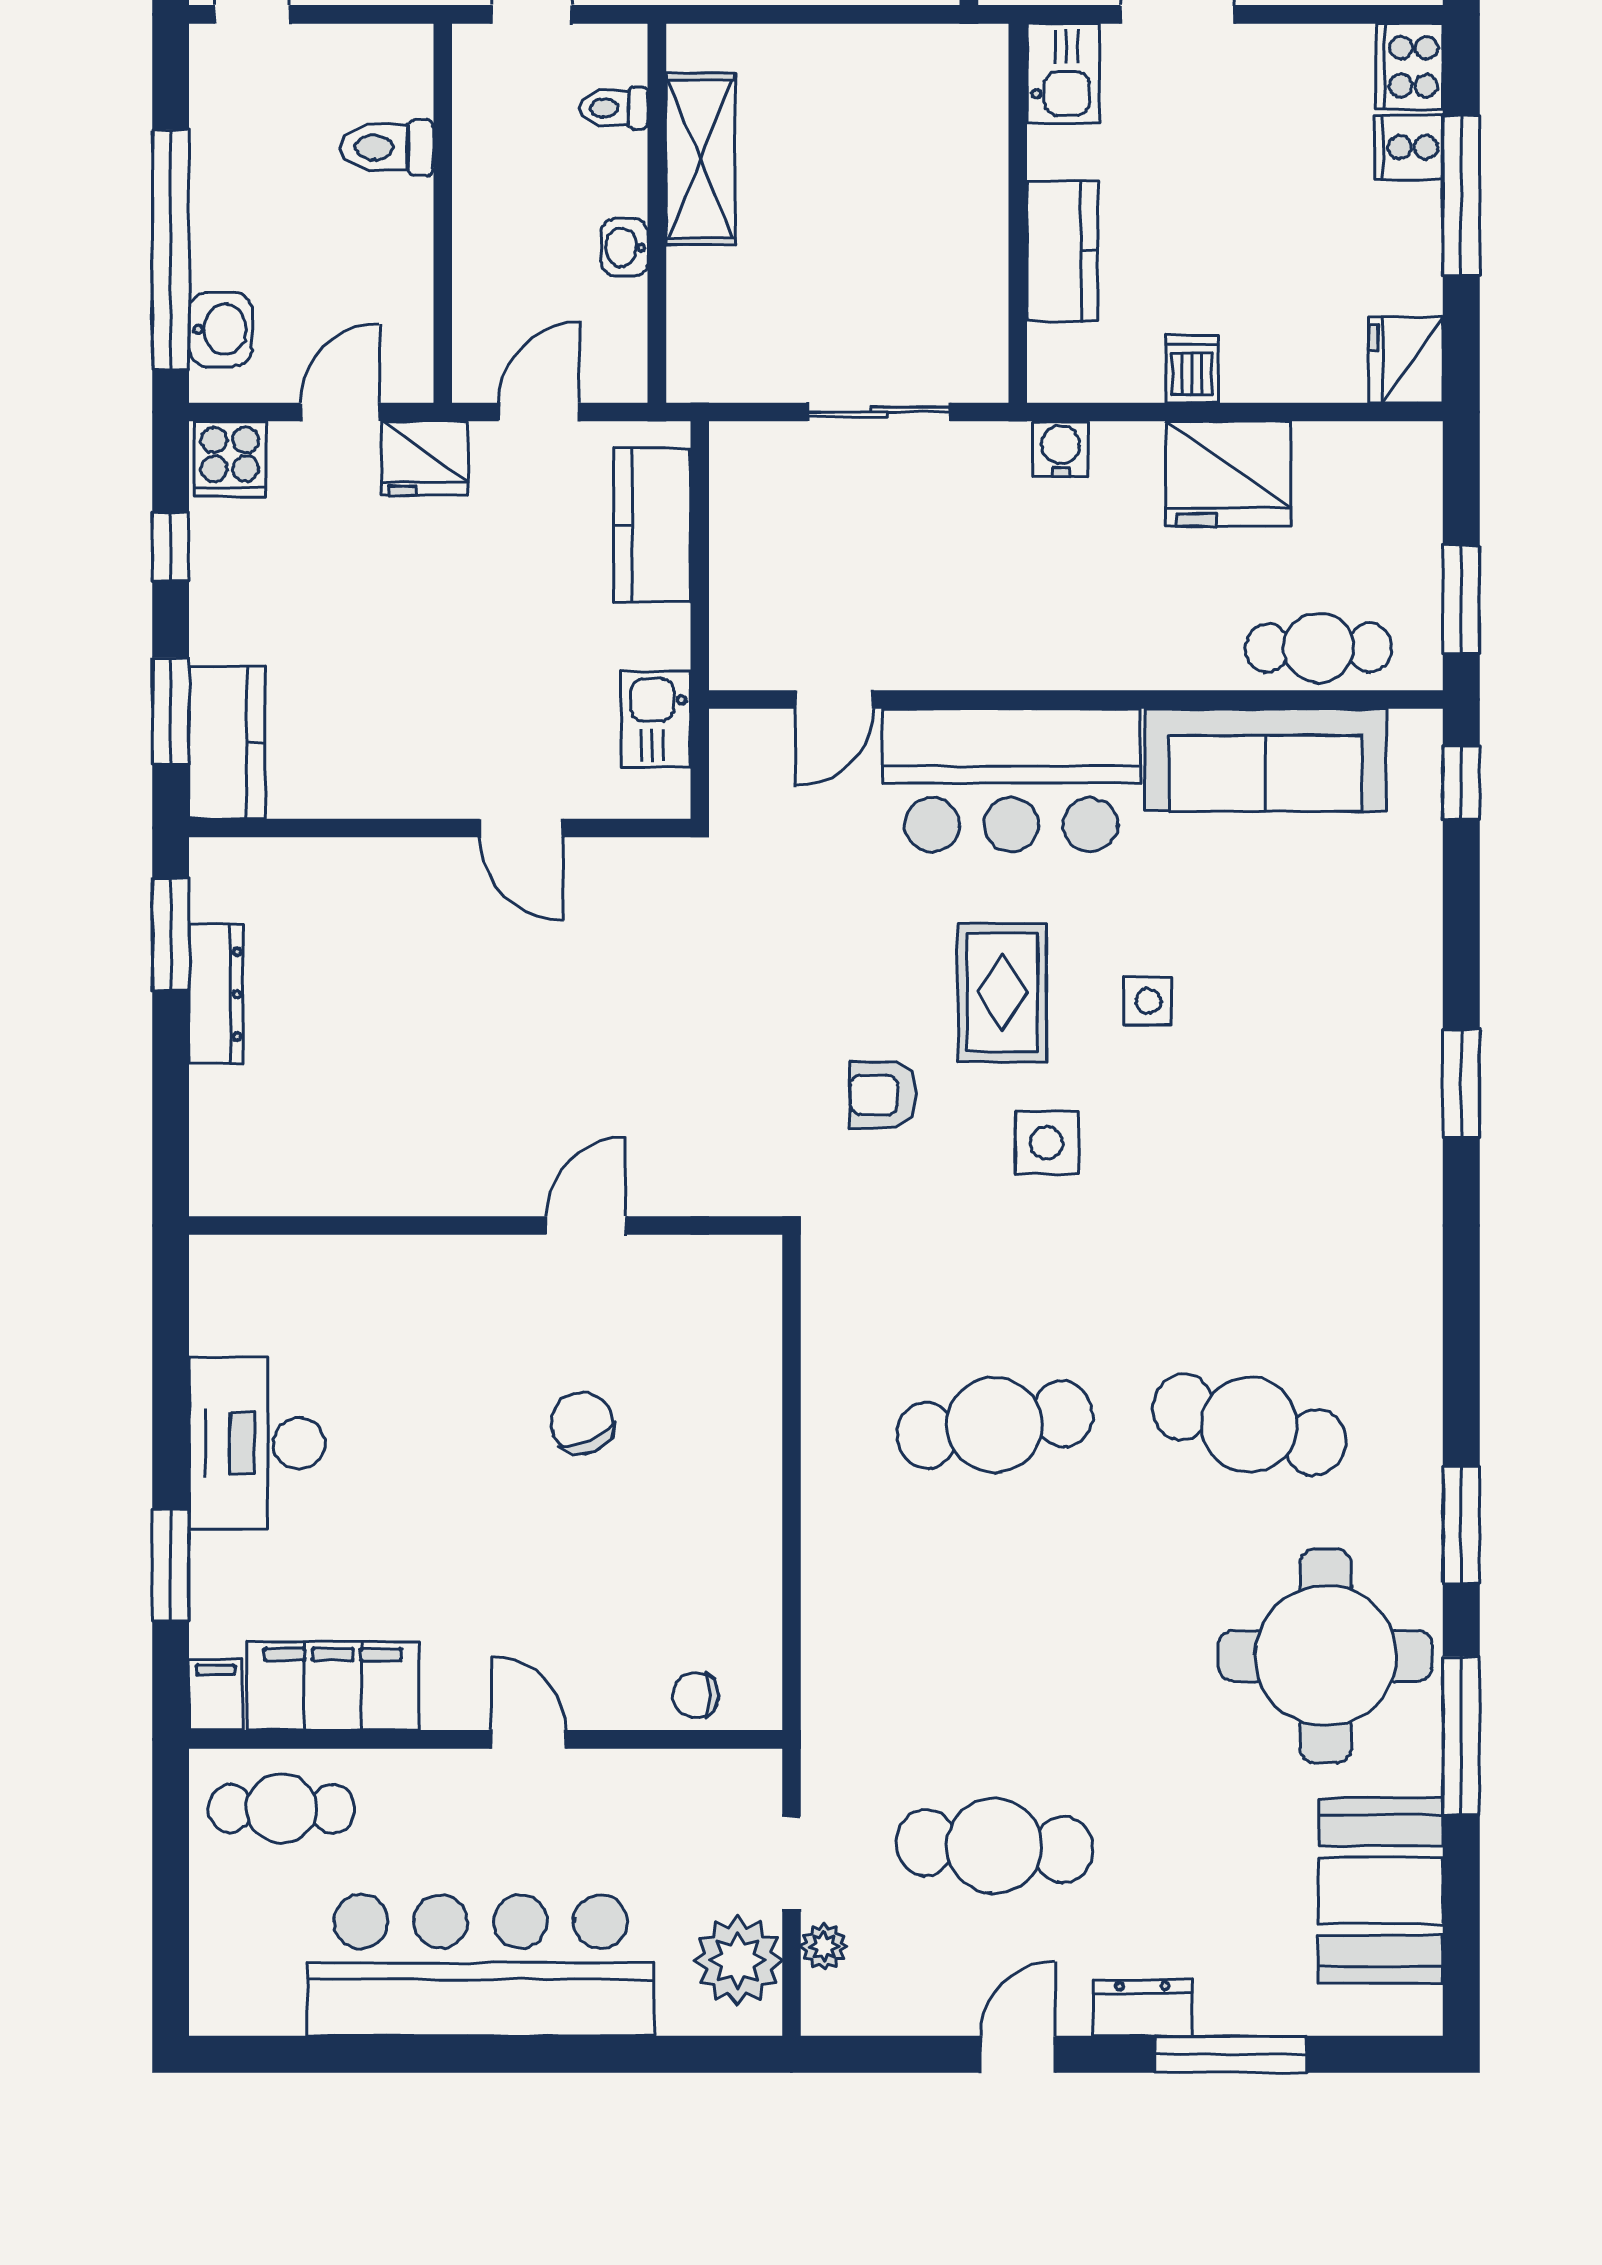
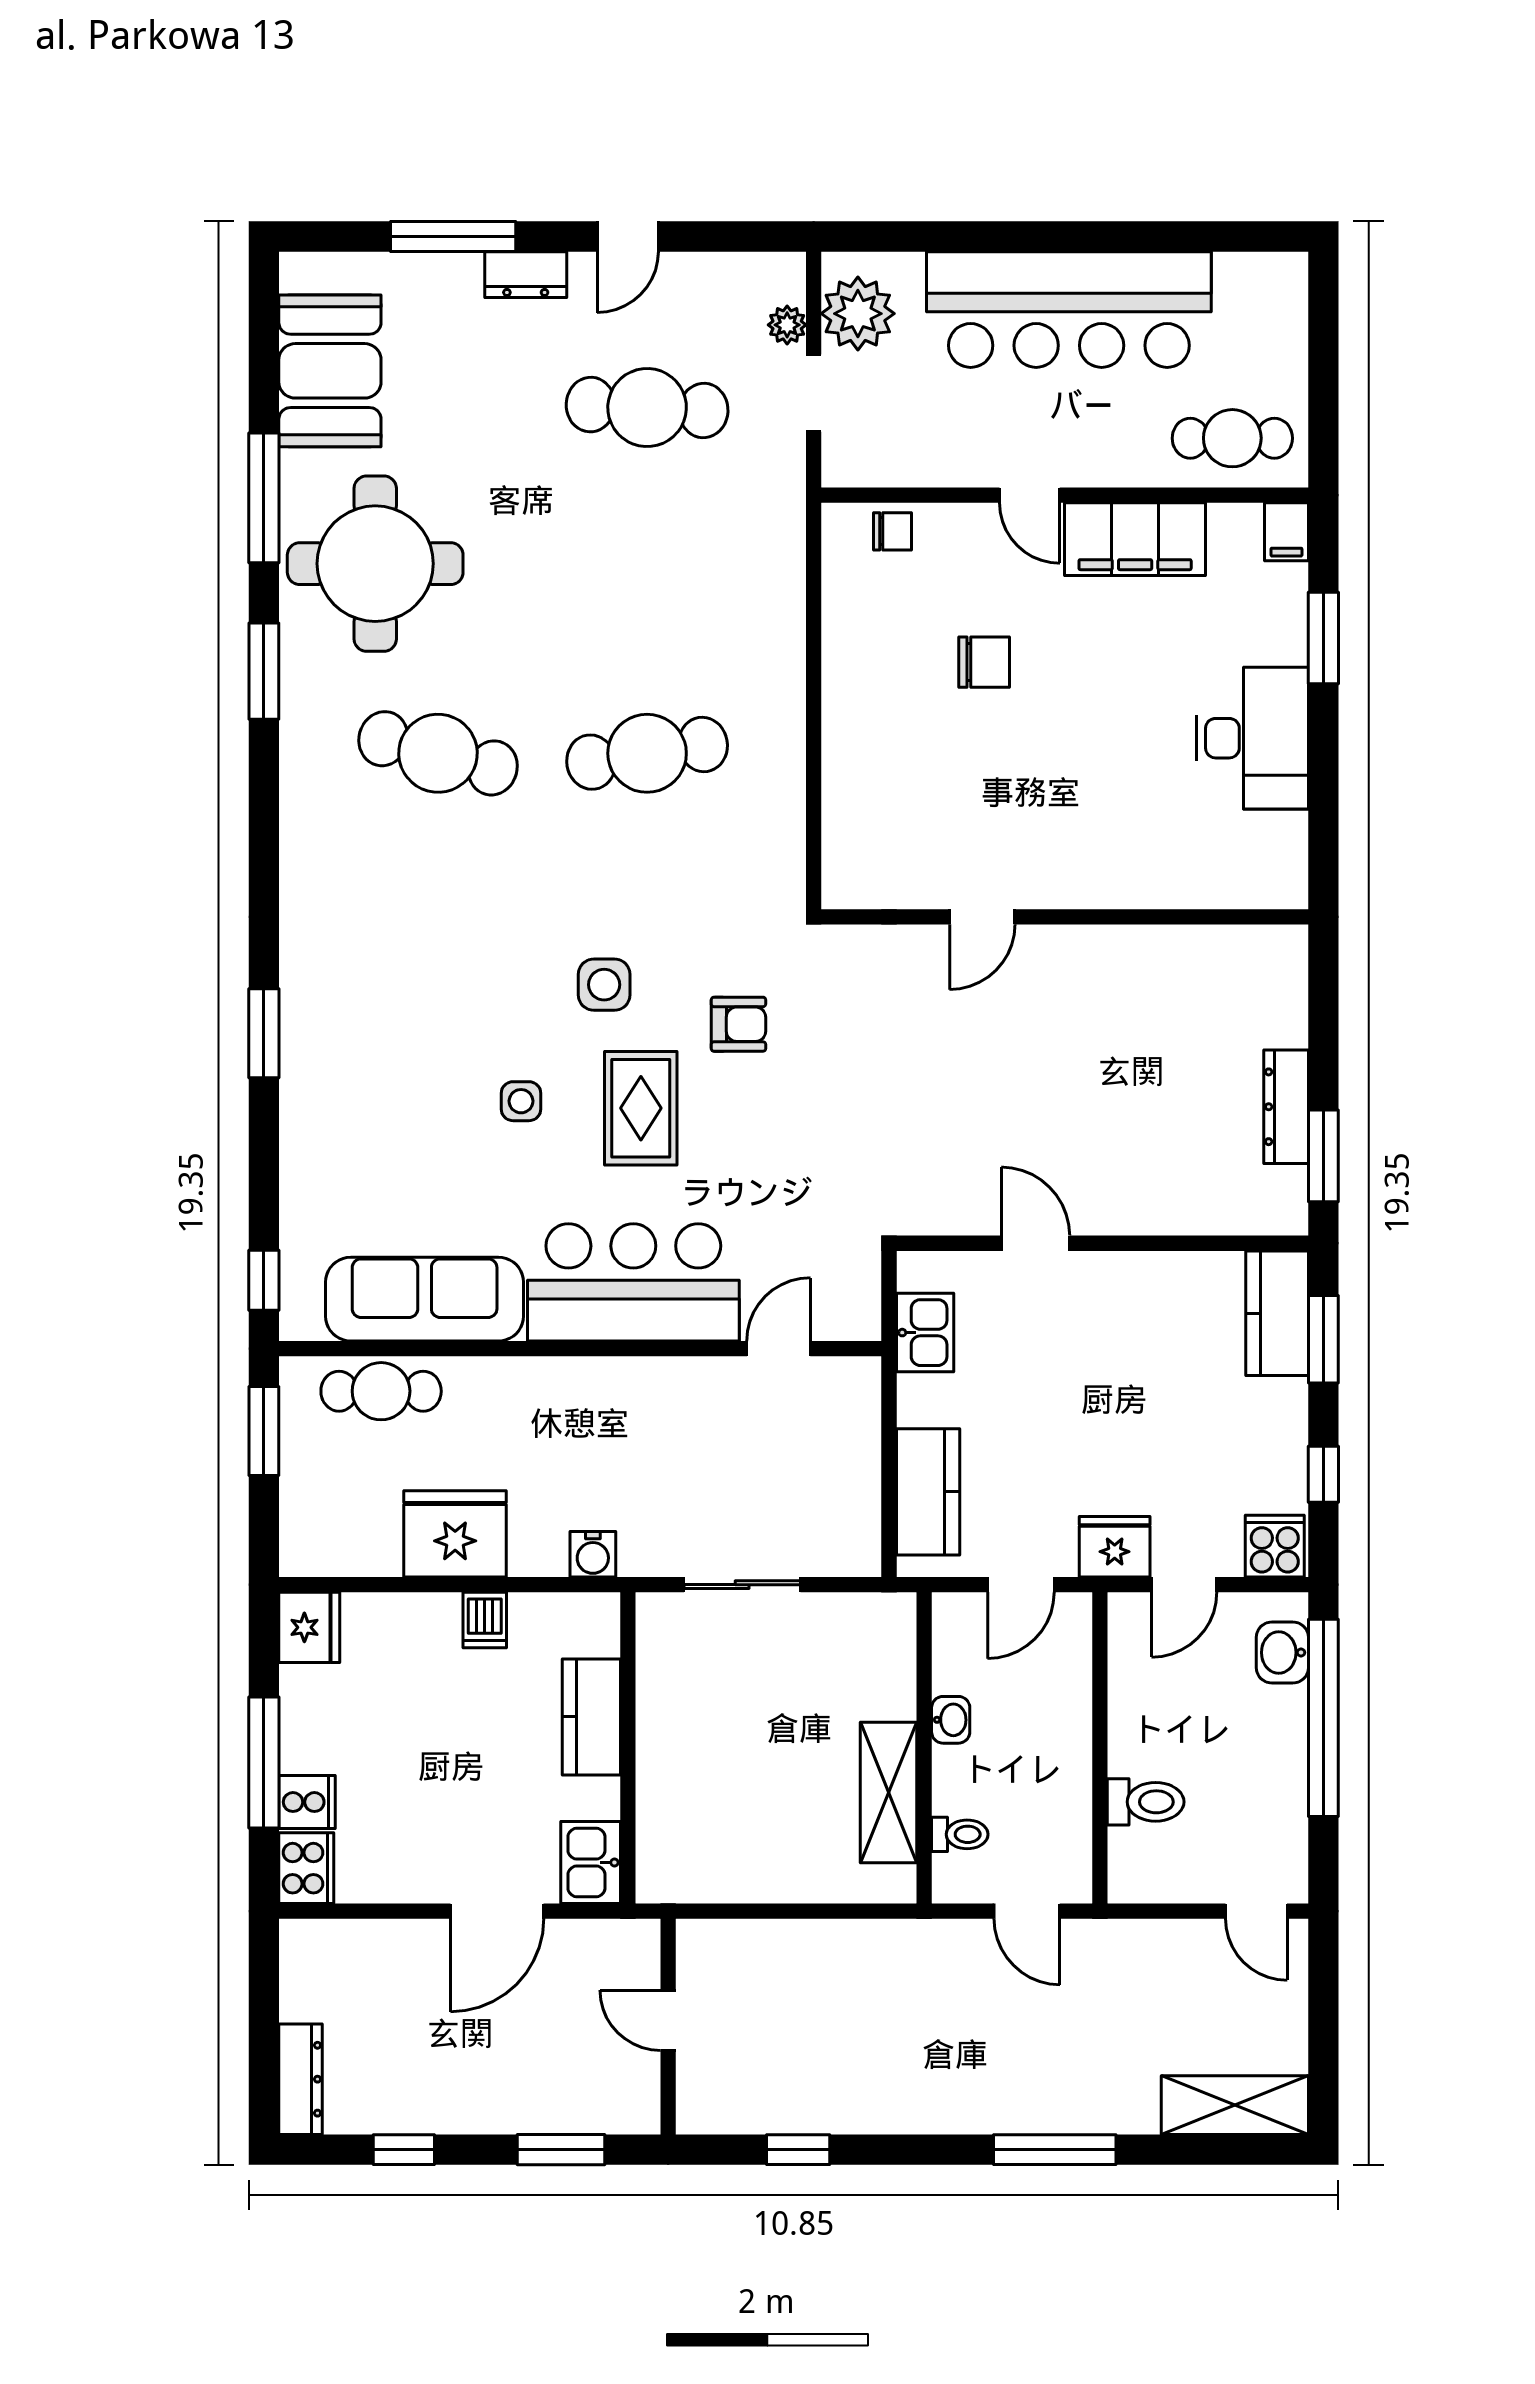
chair: (582, 1423) -> (984, 662), moved, turned -66
filing cabinet: (333, 1686) -> (1135, 539), moved

